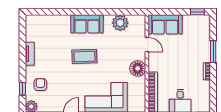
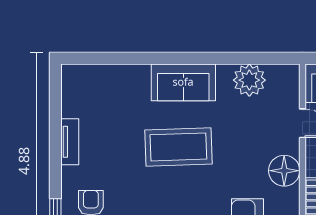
coffee table: (84, 56) -> (178, 147), width x1.36, depth x1.32

